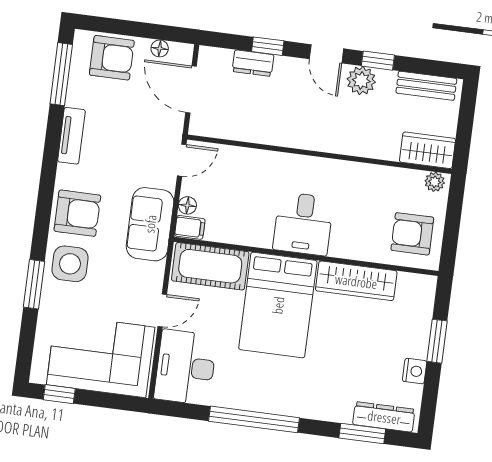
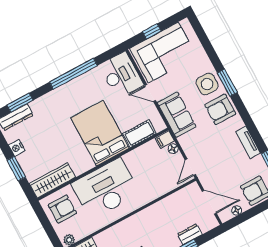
sofa: (150, 224) -> (177, 115), moved
desk: (303, 224) -> (106, 189), width x1.87, depth x1.30
cot: (210, 266) -> (139, 134), width x0.73, depth x0.75
wardrobe: (356, 281) -> (52, 180), moved
window: (34, 284) -> (227, 83), moved
door: (162, 310) -> (150, 93), hinge flipped
window: (59, 394) -> (152, 31), moved

